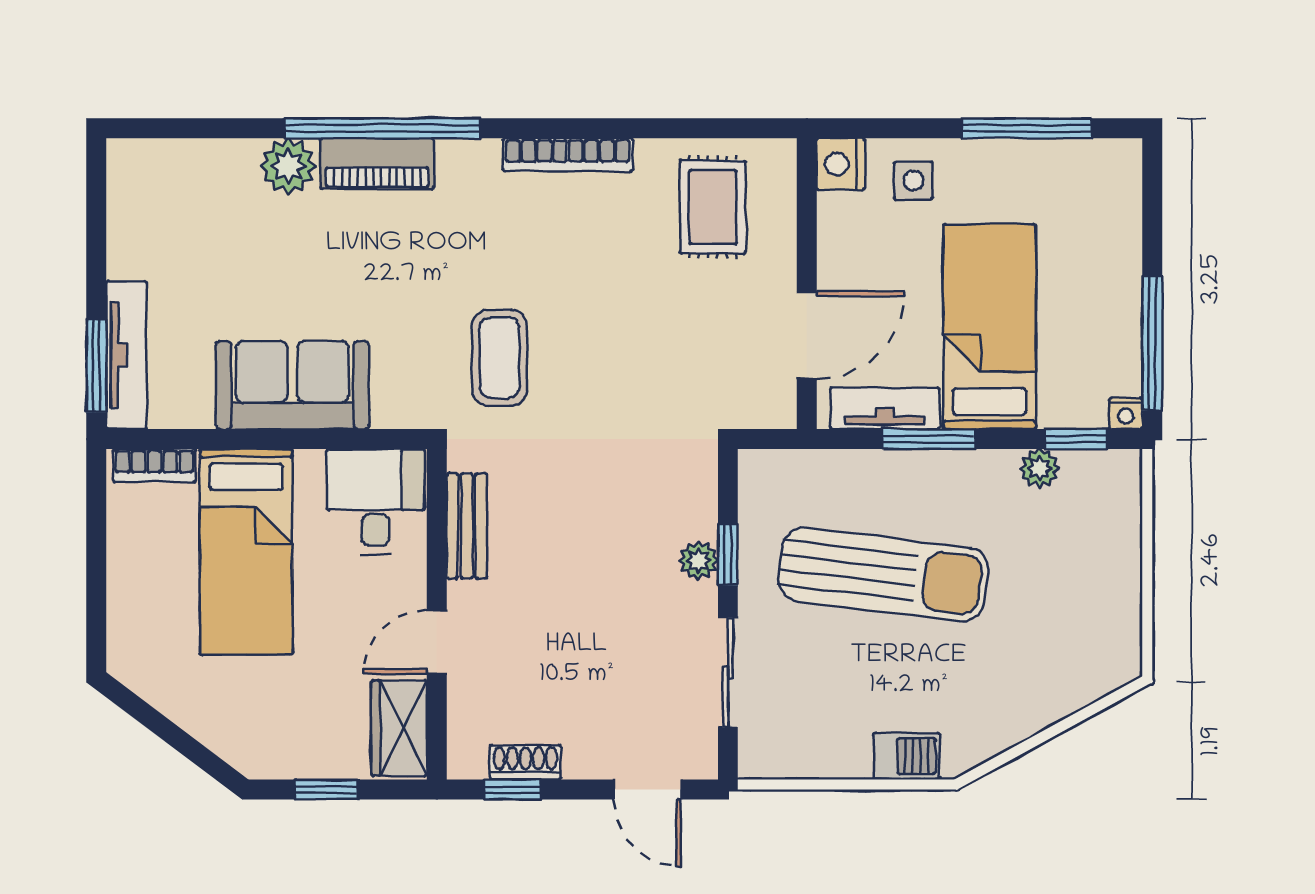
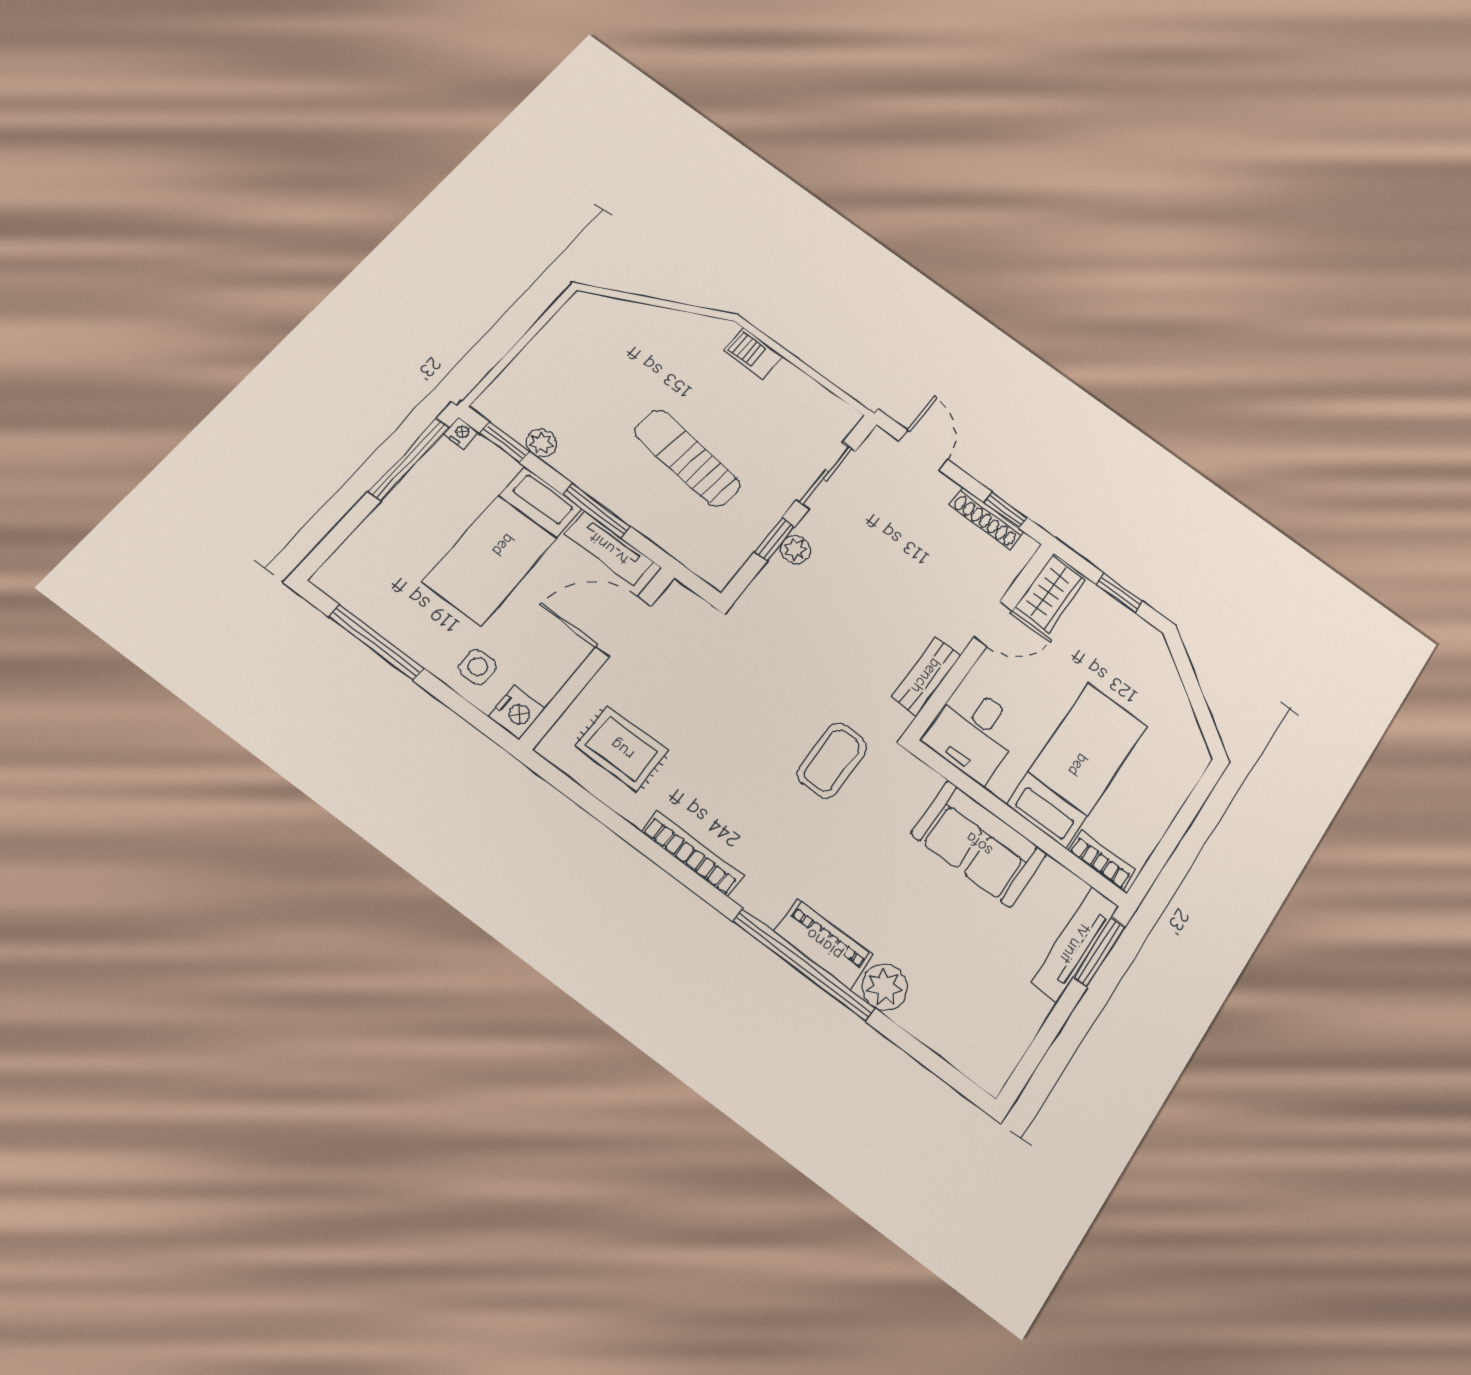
rug: (713, 207) -> (622, 749), turned 90
sun lounger: (883, 574) -> (687, 458), width x0.73, depth x0.75
shoe rack: (525, 762) -> (987, 518), width x1.43

